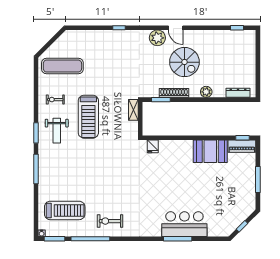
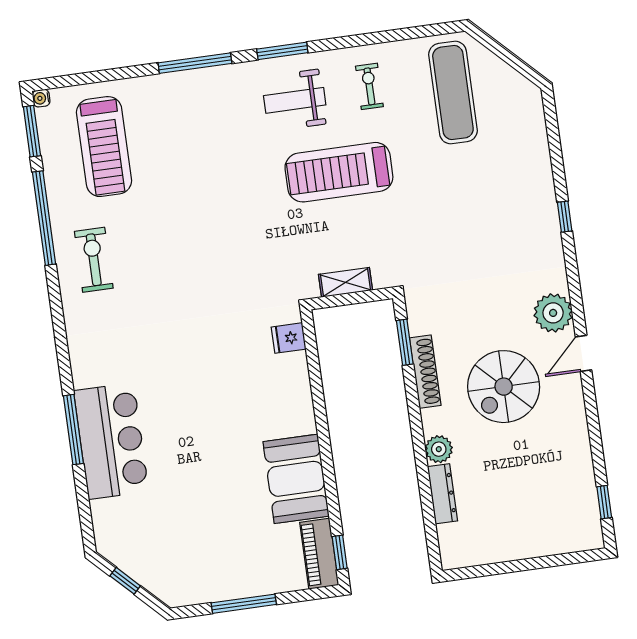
dresser: (238, 93) -> (442, 494), moved
shelving: (133, 110) -> (346, 282), moved

